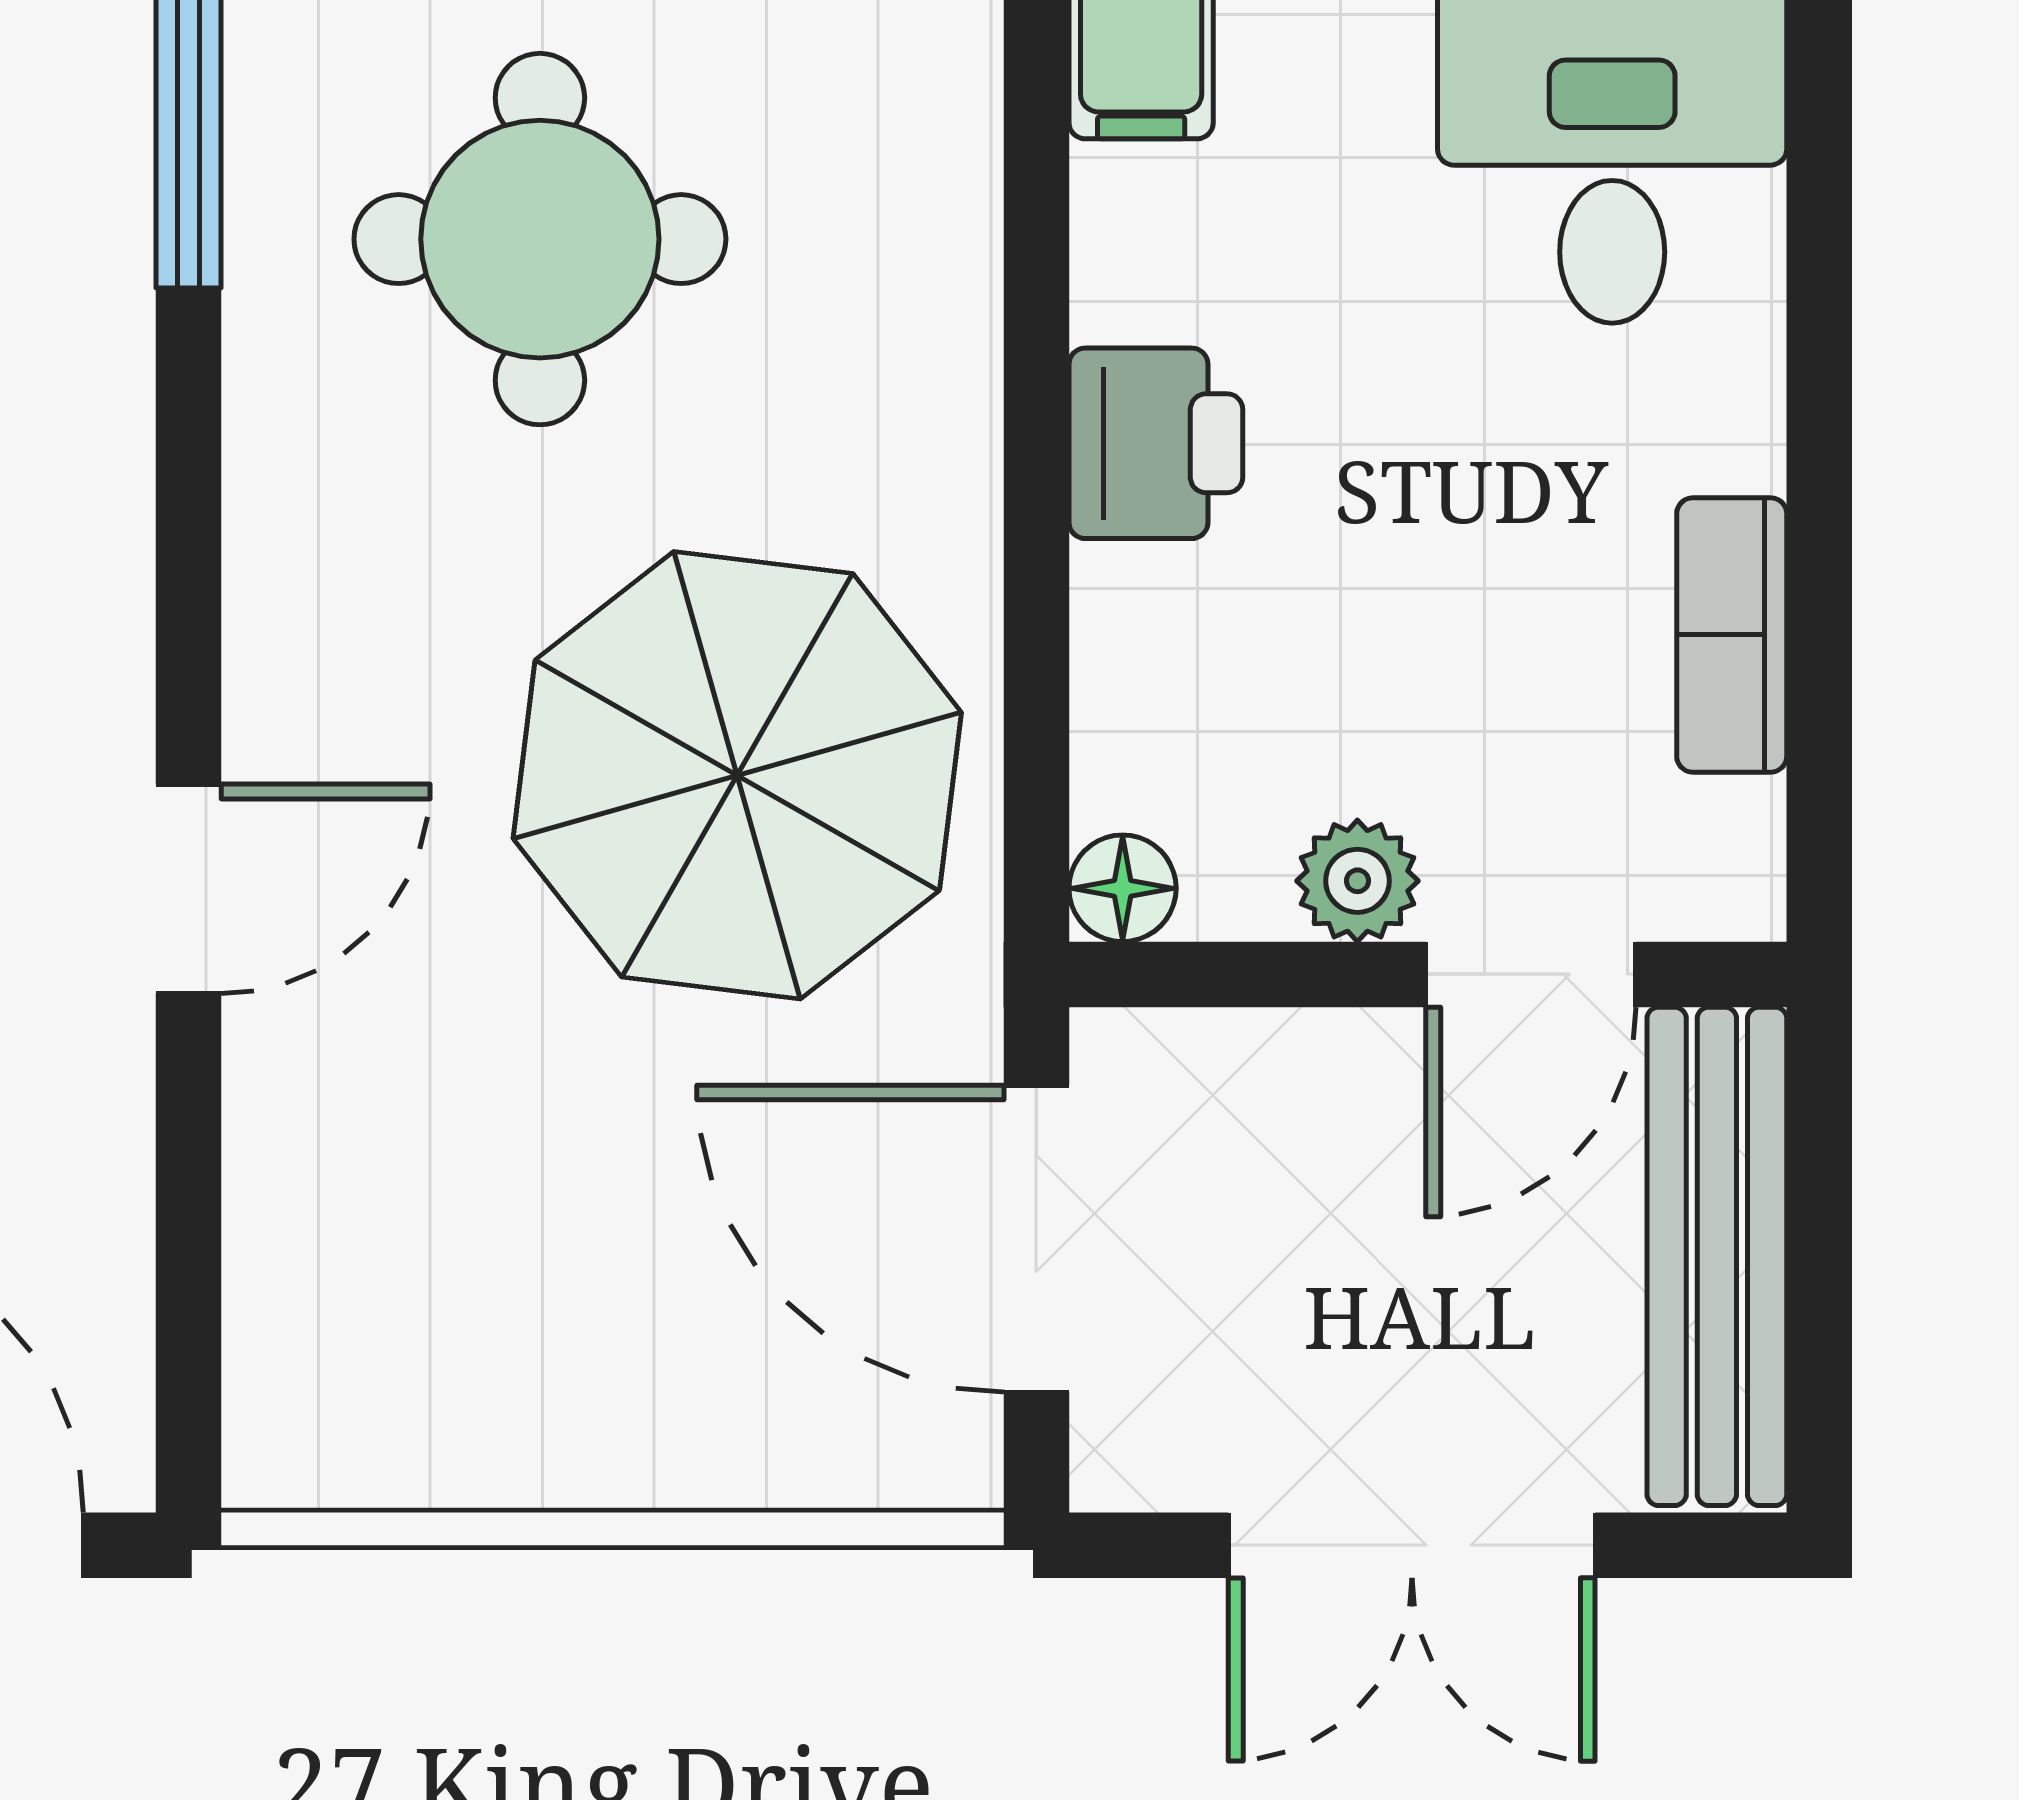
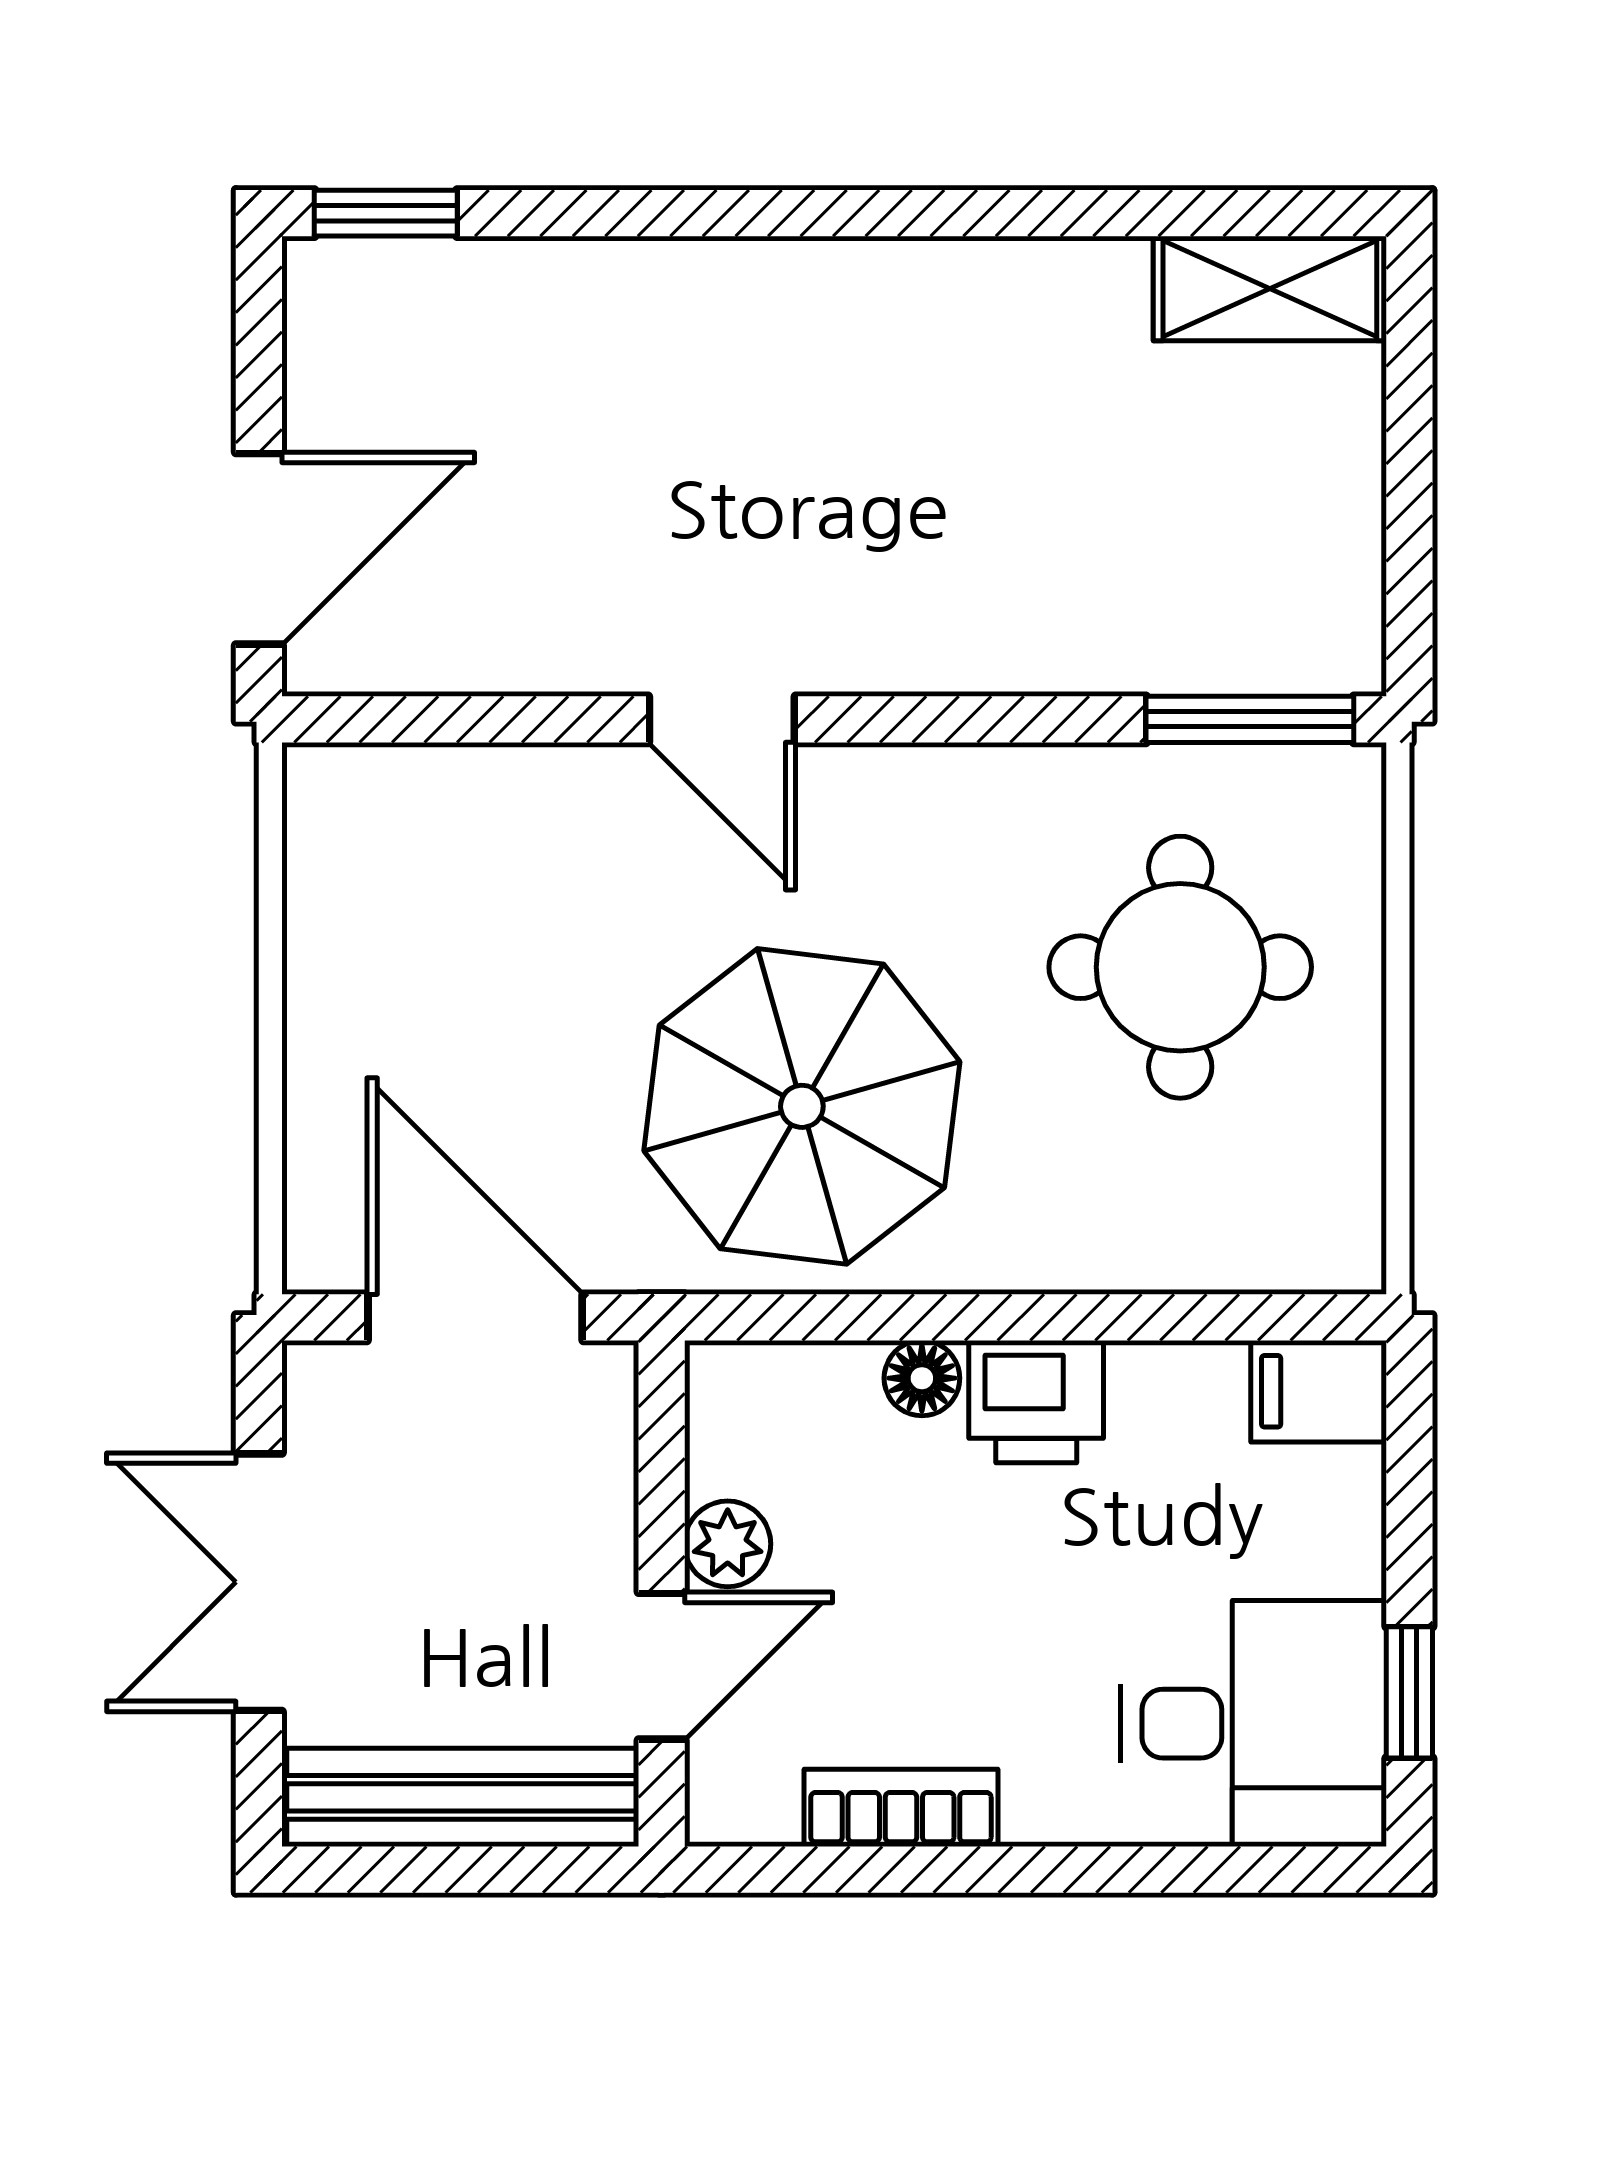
floor lamp: (1123, 888) -> (922, 1378), moved
door: (1531, 974) -> (662, 1666), swing flipped
door: (1036, 1239) -> (475, 1317), hinge flipped

